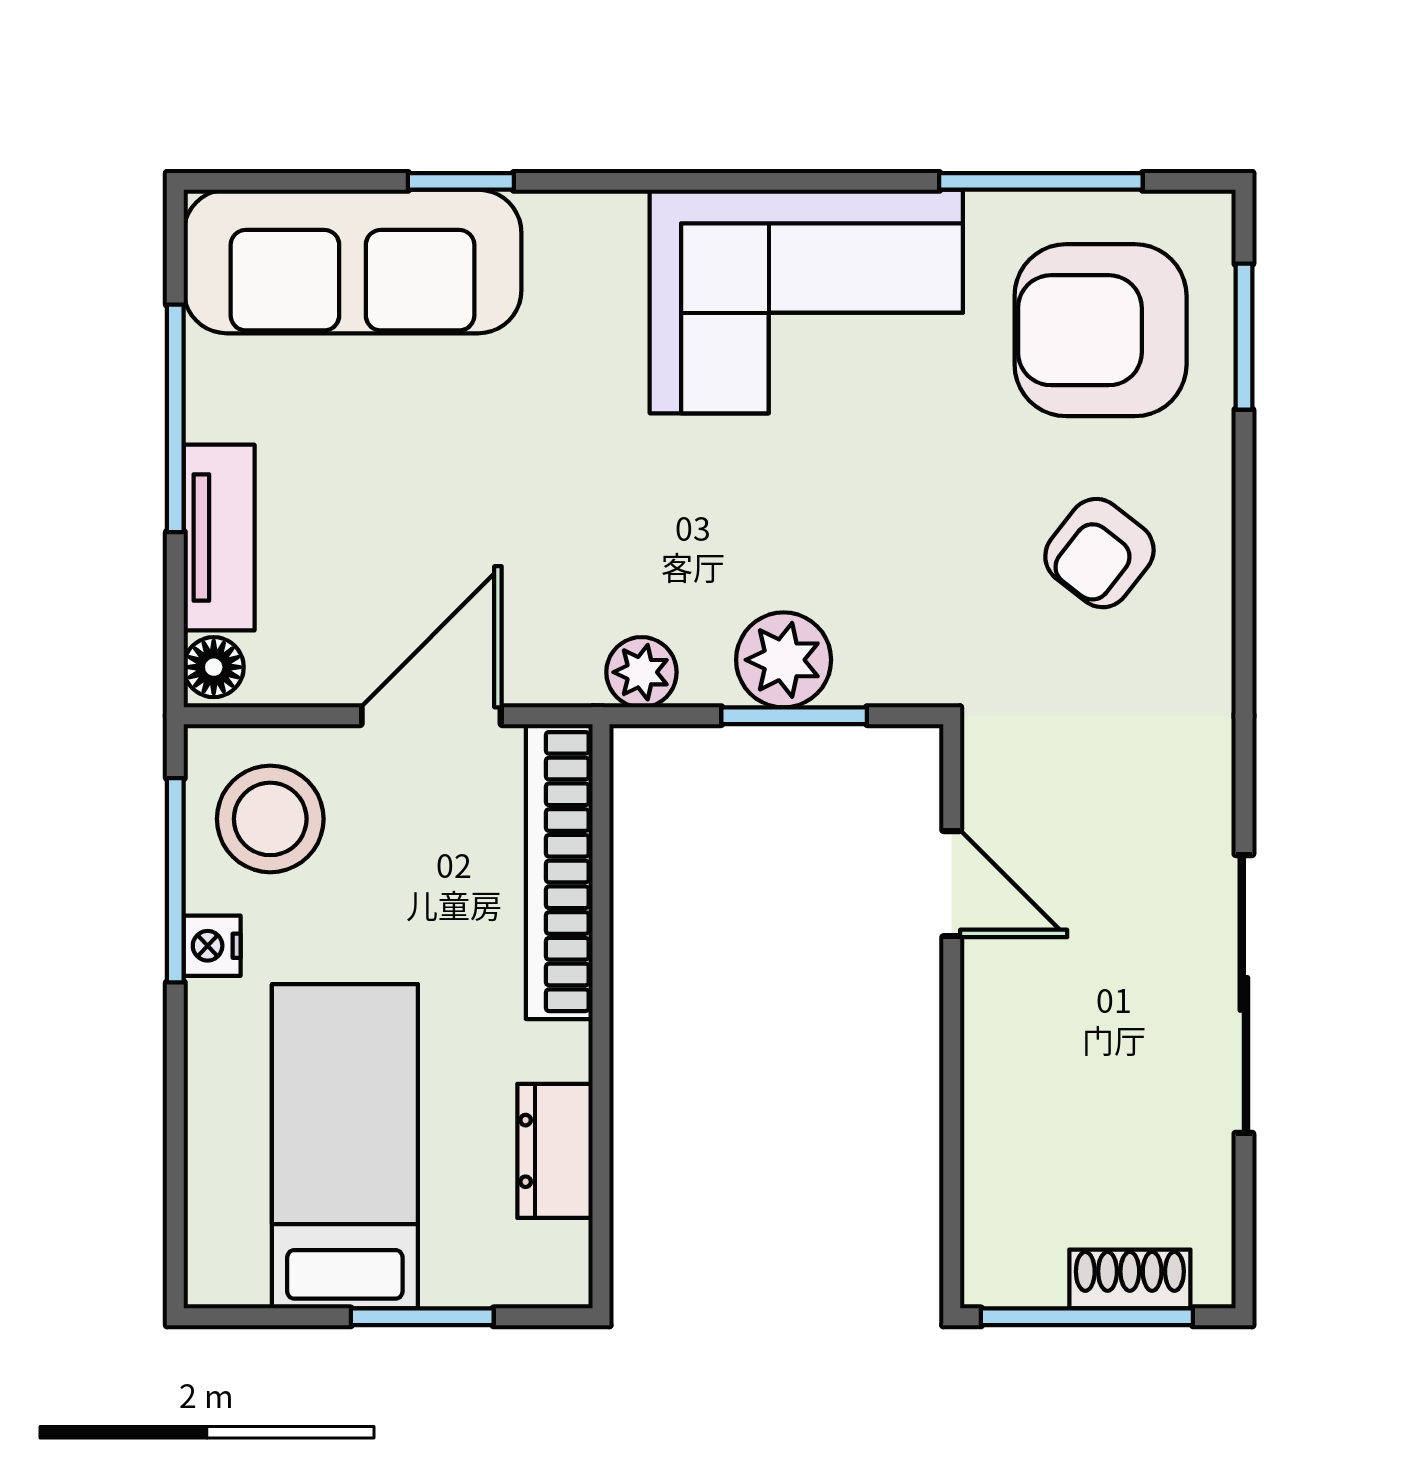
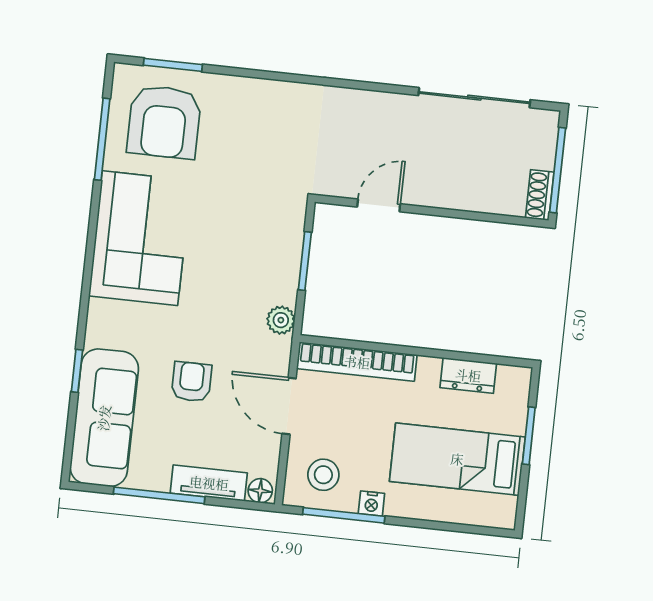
armchair: (1099, 553) -> (191, 382), moved, turned -128
plant: (784, 660) -> (282, 263), removed
stool: (270, 819) -> (323, 475), width x0.73, depth x0.73
sliding door: (1244, 994) -> (474, 98), moved
shoe rack: (1130, 1279) -> (540, 195), moved

